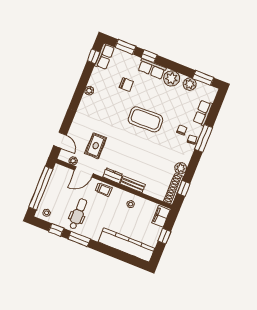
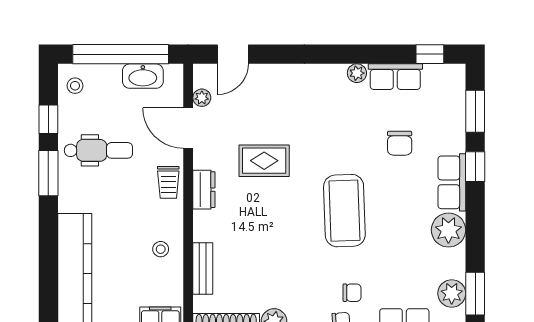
row of seats: (105, 57) -> (395, 77), moved
plant: (190, 84) -> (452, 293), moved
rug: (96, 146) -> (264, 161), moved
washbasin: (54, 182) -> (143, 76), added
bench: (133, 184) -> (203, 269), moved

